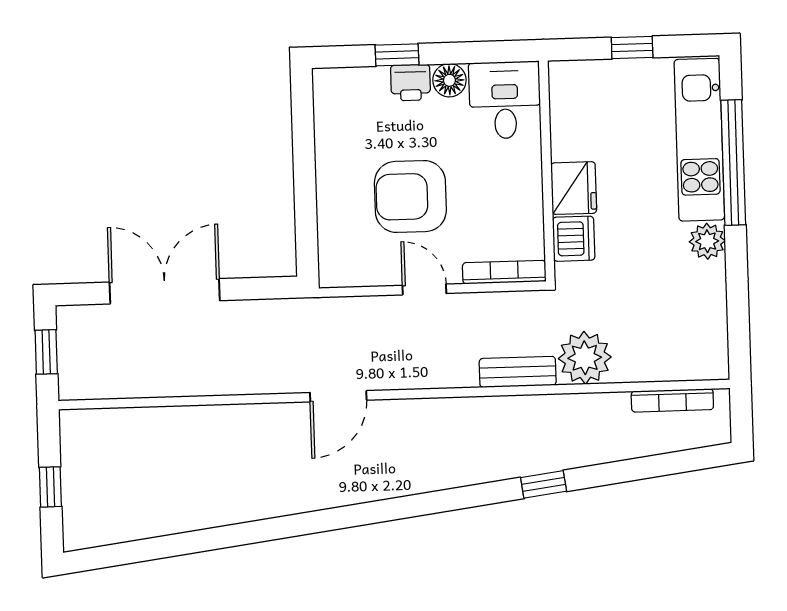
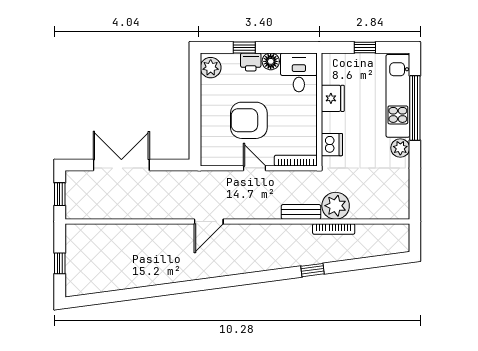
plant: (333, 96) -> (211, 68), added
fridge: (574, 188) -> (333, 98), moved
bookcase: (672, 400) -> (334, 229), moved

